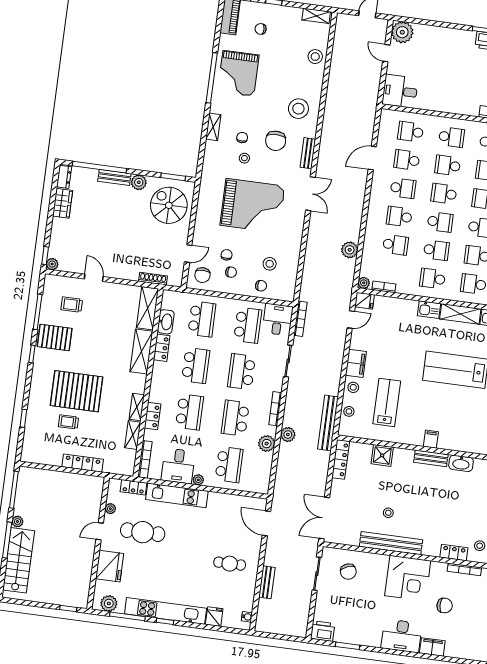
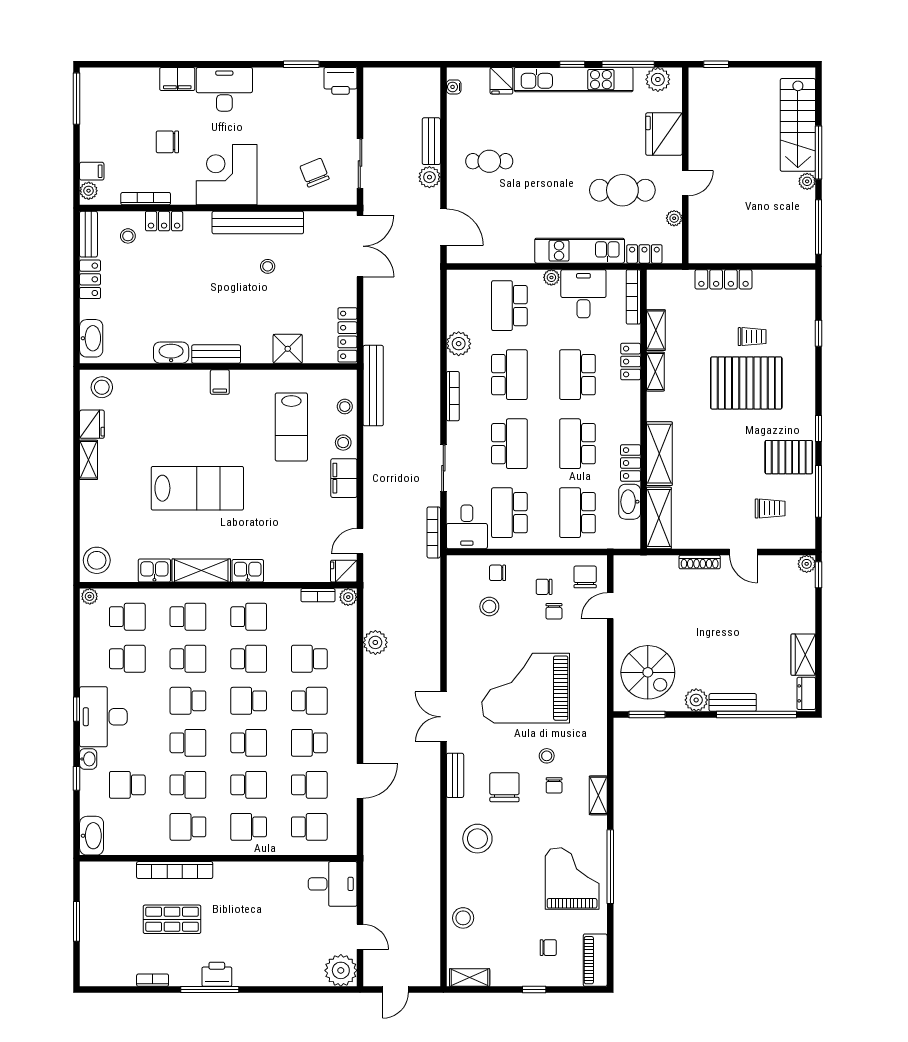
school desk: (436, 250) -> (249, 659), turned 180
shoe rack: (153, 279) -> (700, 562), moved
plant: (288, 435) -> (429, 177), moved

